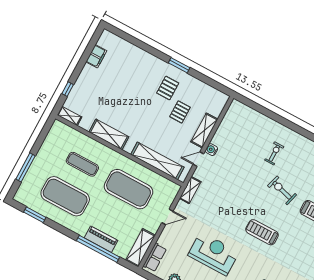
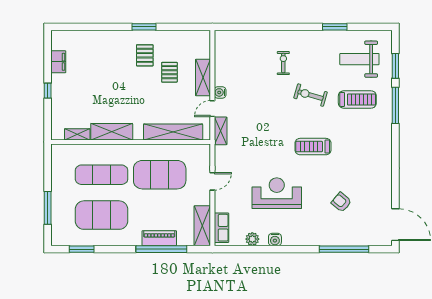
window: (68, 89) -> (48, 91), moved
shelving: (69, 116) -> (77, 134), moved
exercise mat: (82, 164) -> (102, 175), width x1.36, depth x1.45
shelving: (190, 190) -> (221, 131), moved

